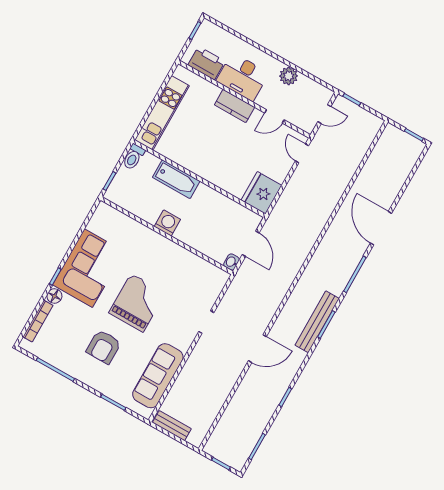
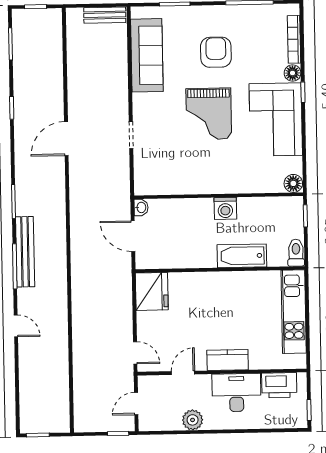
floor lamp: (104, 211) -> (293, 183), added
door: (381, 228) -> (16, 326), width x0.53
bench: (317, 322) -> (25, 252), moved

